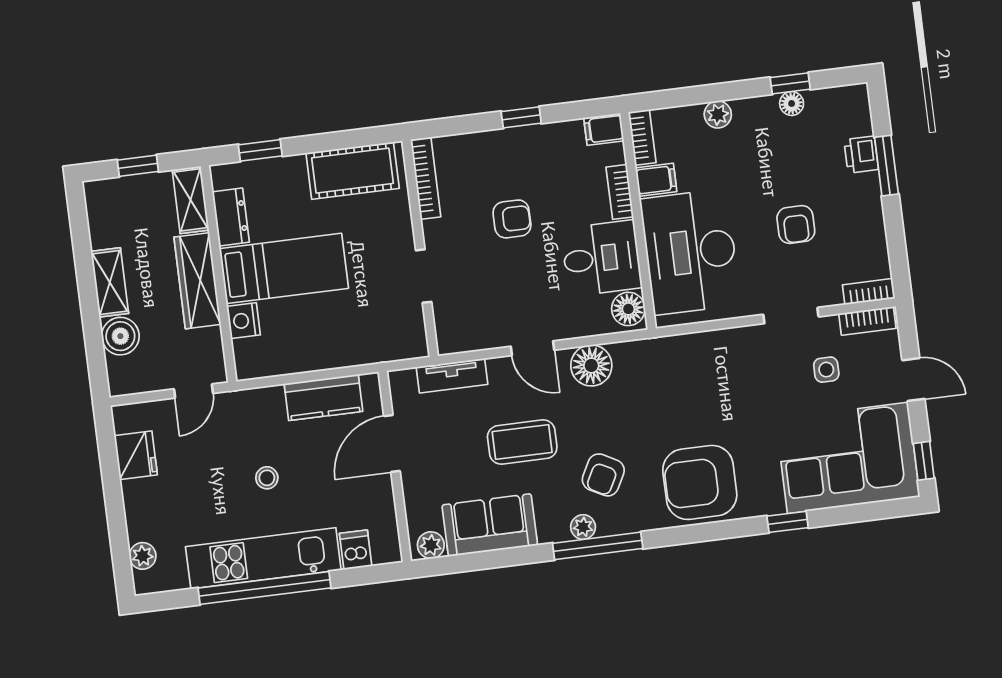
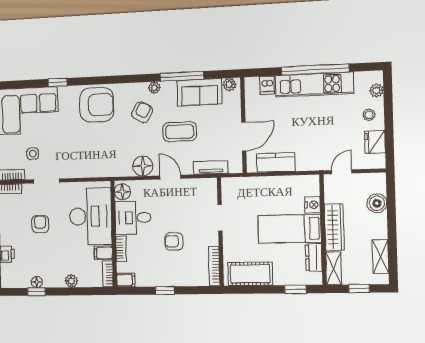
shelving: (110, 282) -> (380, 257), moved
stool: (267, 478) -> (369, 115), moved
window: (598, 546) -> (182, 76), moved

